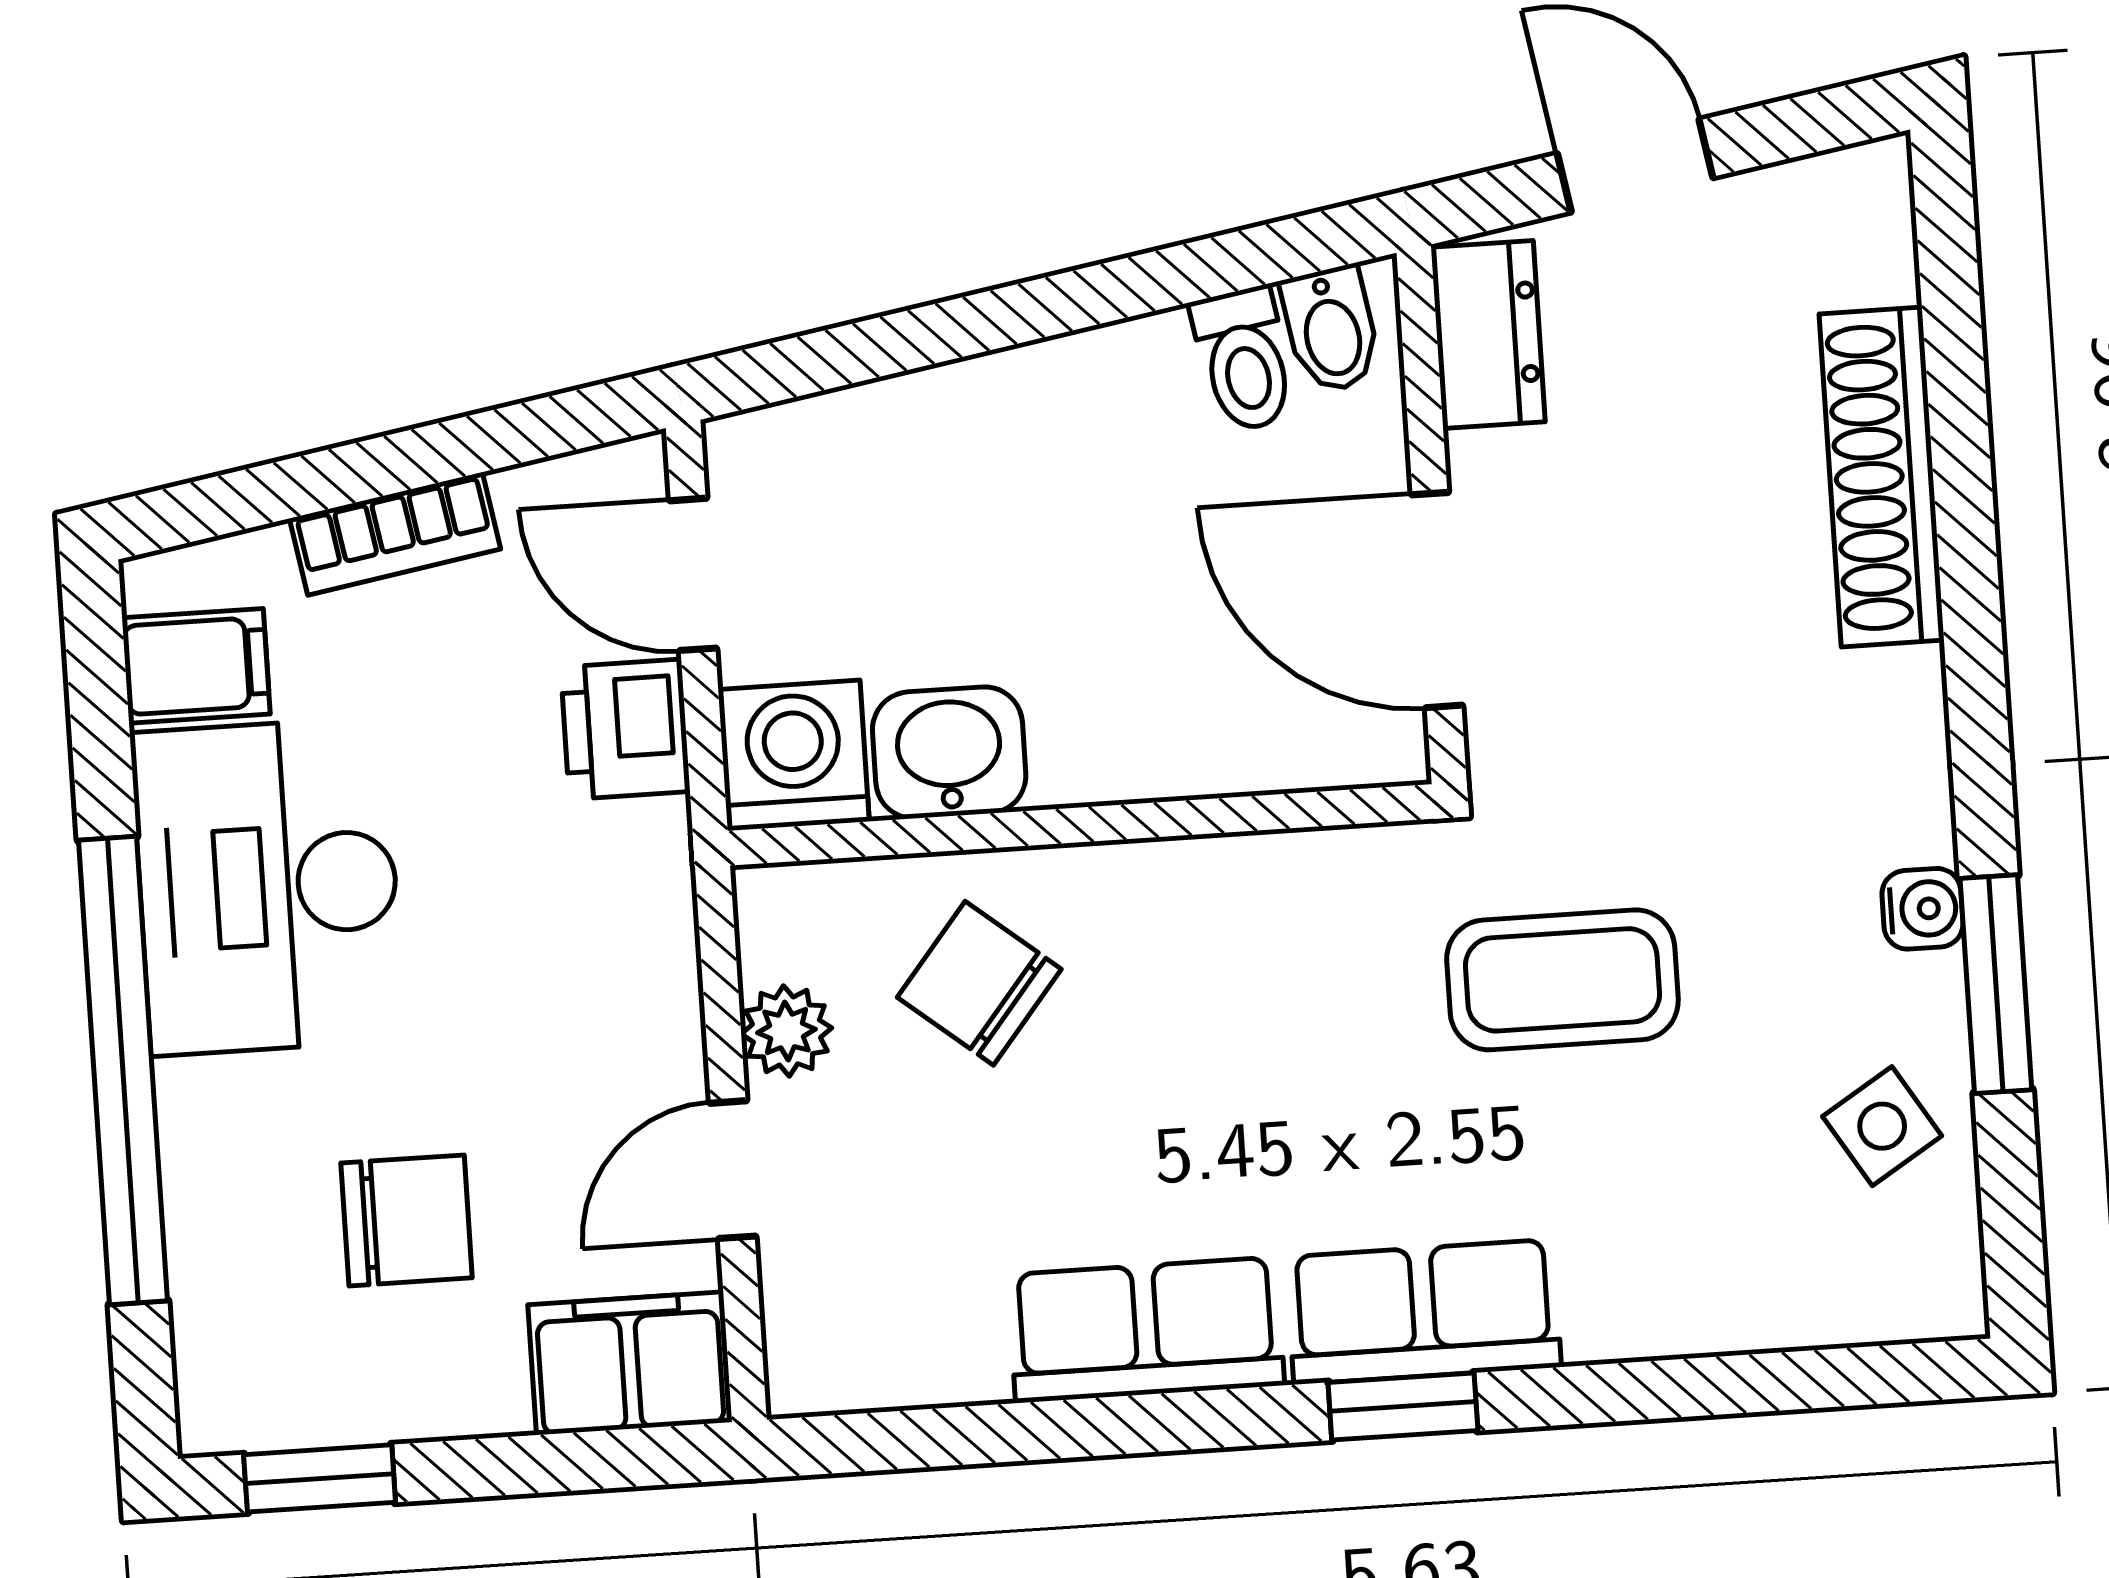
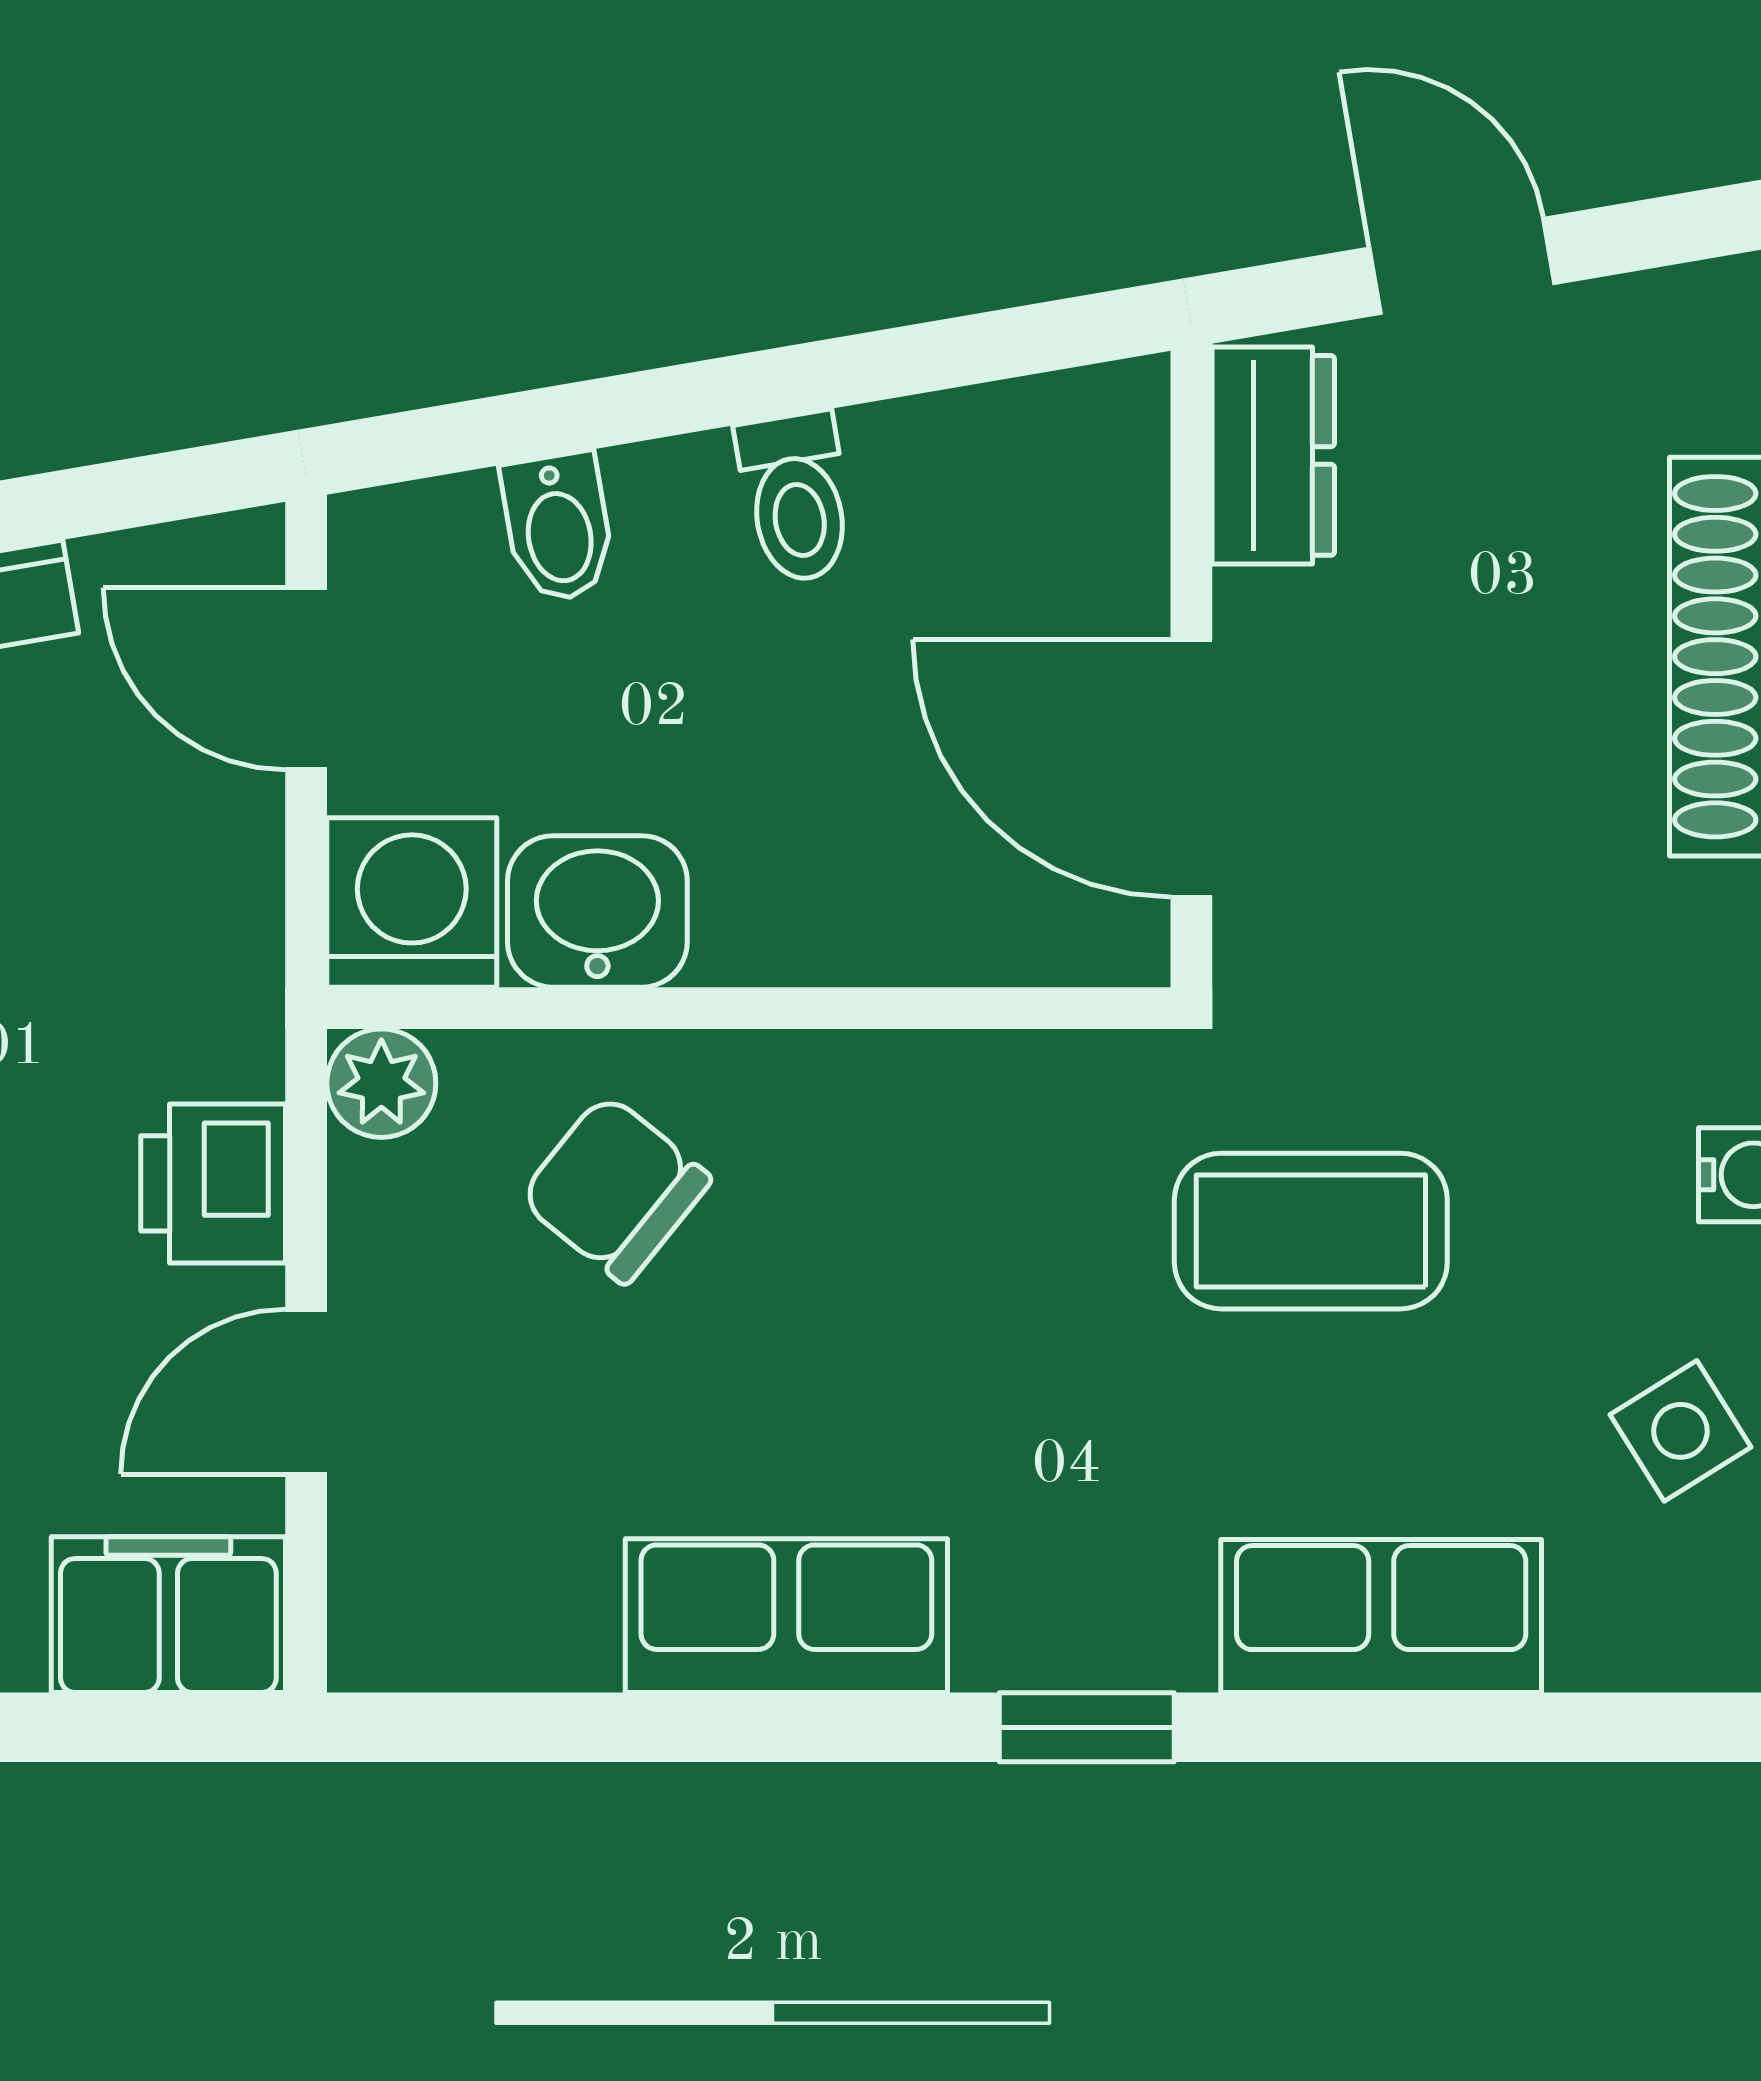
bidet: (1331, 329) -> (558, 527), moved
toilet: (1244, 359) -> (796, 497), moved
printer: (625, 729) -> (213, 1183), moved
plant: (786, 1031) -> (381, 1083), moved
row of seats: (1423, 1312) -> (1381, 1616), moved

